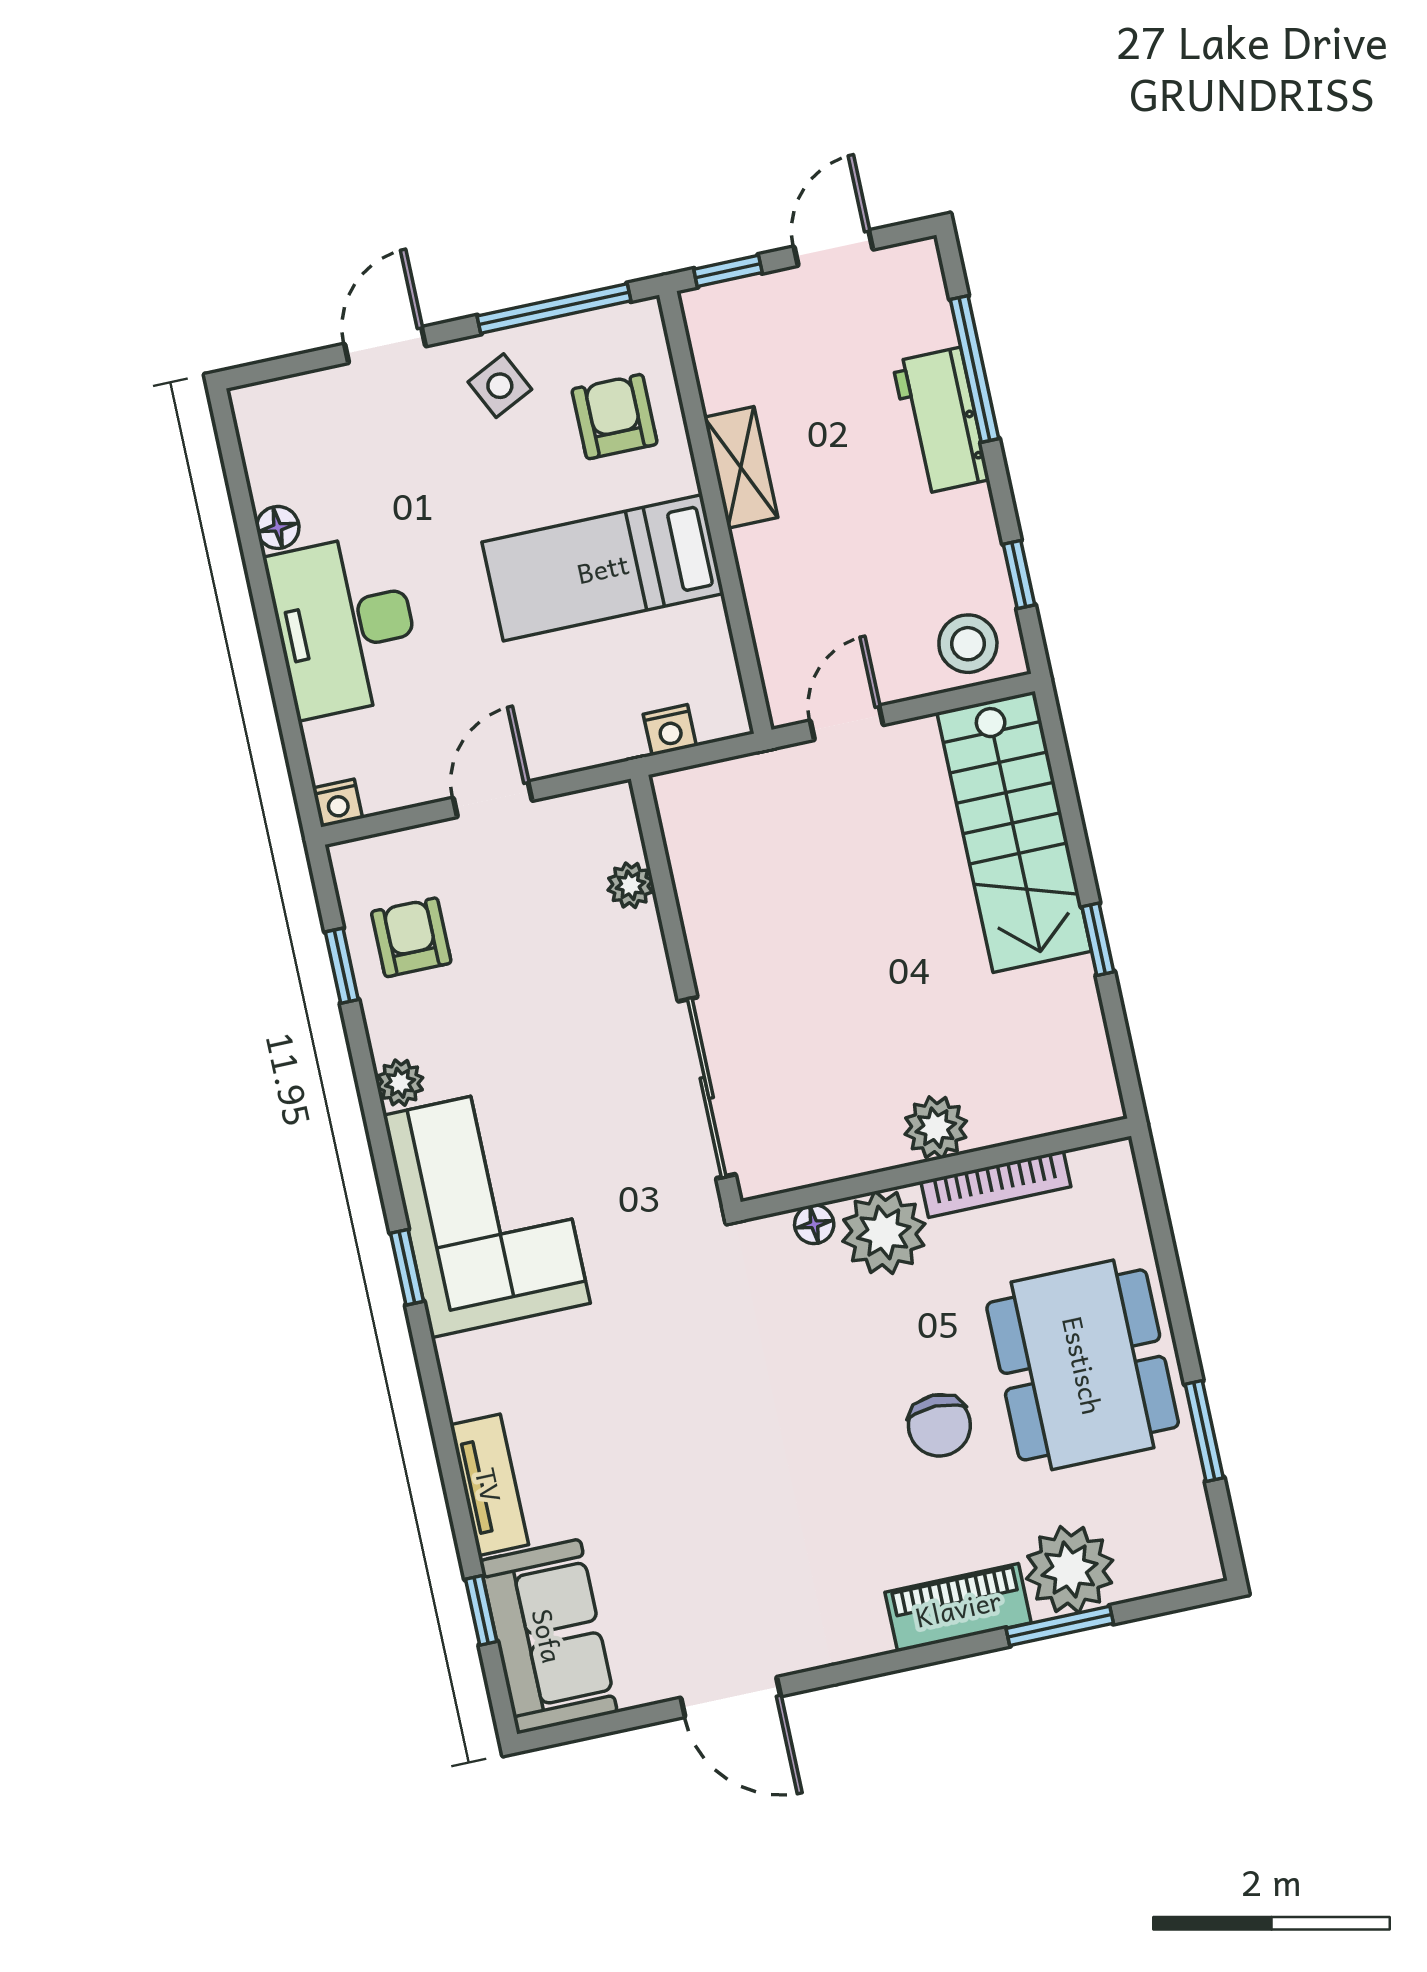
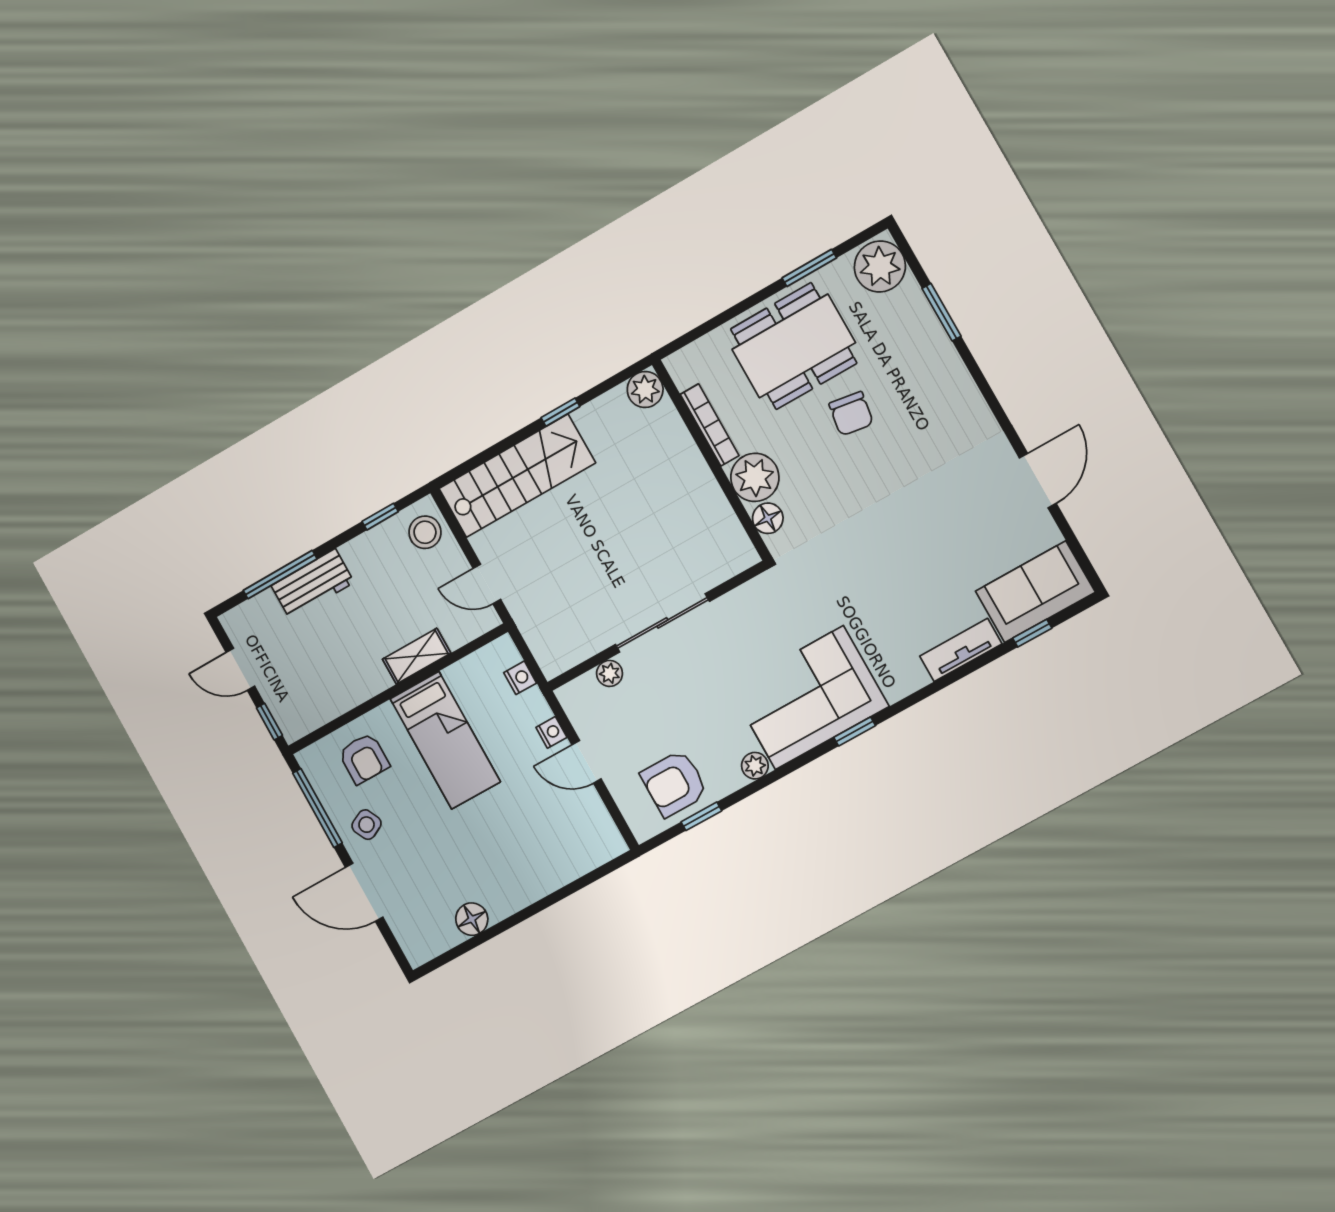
door: (385, 345) -> (364, 892), width x1.38
armchair: (615, 417) -> (364, 758), turned -90
shelving: (741, 467) -> (417, 656), moved
floor lamp: (278, 527) -> (472, 919), width x1.37, depth x1.37
desk: (345, 625) -> (518, 869), removed
nightstand: (338, 803) -> (551, 732), moved
armchair: (411, 937) -> (674, 783), width x1.38, depth x1.38
sliding door: (707, 1088) -> (662, 623), moved
plant: (936, 1128) -> (645, 390), moved
floor lamp: (814, 1224) -> (768, 518), width x1.37, depth x1.37
chair: (939, 1425) -> (851, 414), turned 99
plant: (1070, 1570) -> (880, 267), moved
piano: (958, 1608) -> (949, 371), removed

